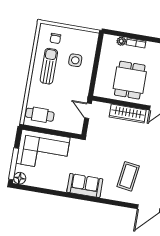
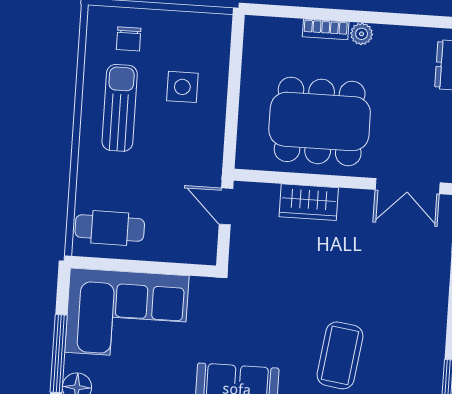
plant: (121, 41) -> (362, 34), moved
dining table: (130, 80) -> (320, 121), width x1.38
wardrobe: (128, 113) -> (309, 202), width x0.67

